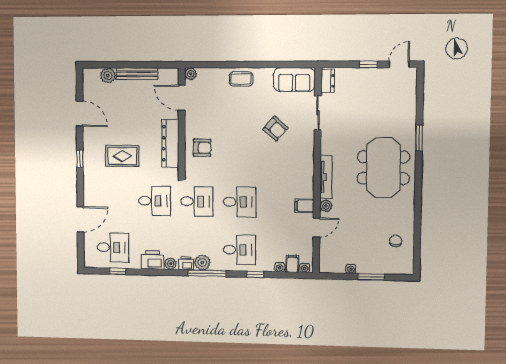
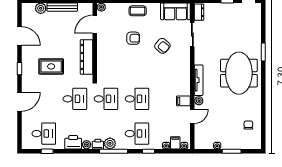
door: (182, 98) -> (95, 24), hinge flipped
armchair: (202, 148) -> (133, 38), moved
door: (80, 219) -> (20, 102), moved

